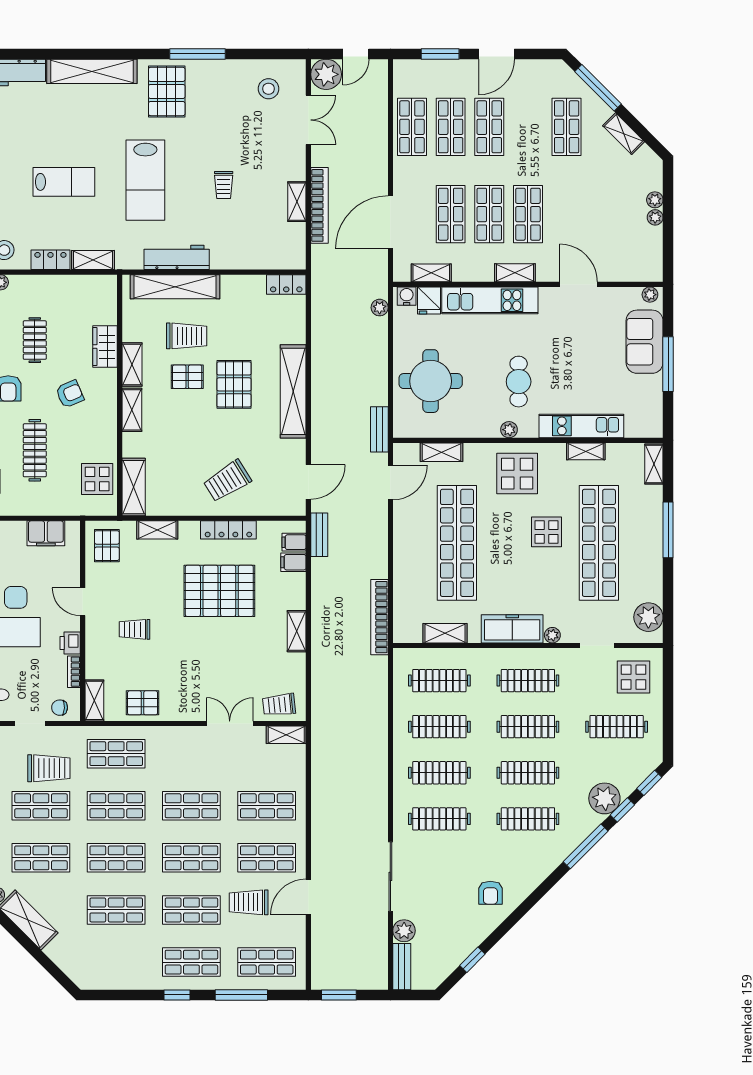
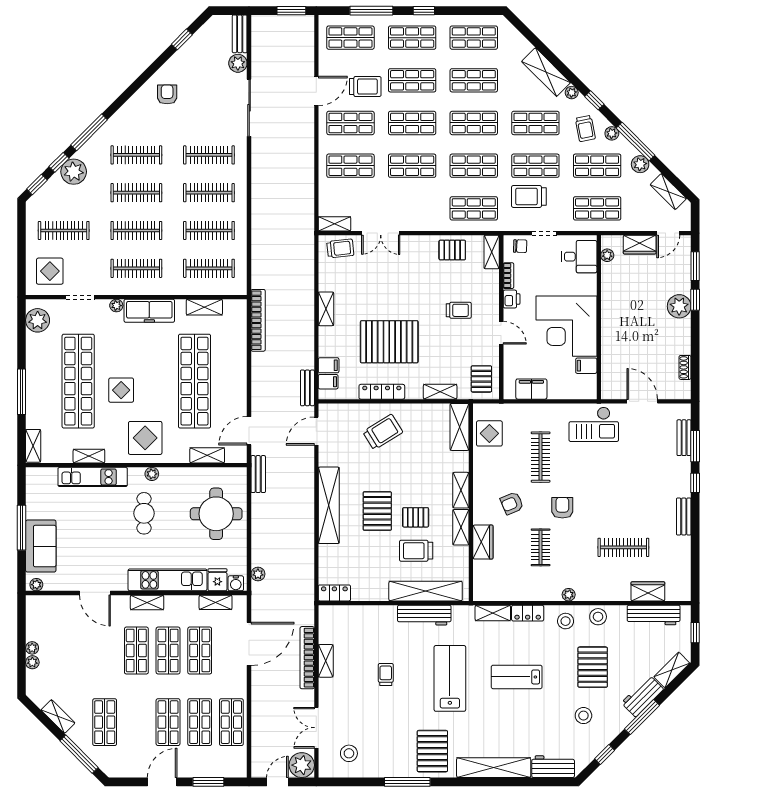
shop shelf: (116, 962) -> (474, 38), added

